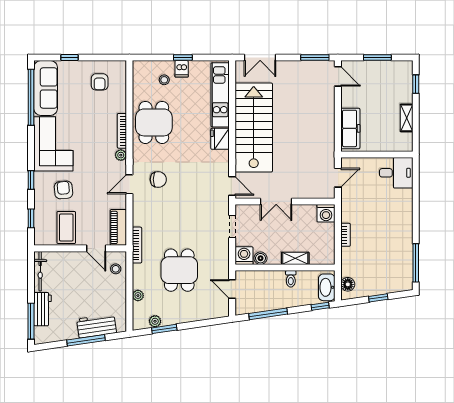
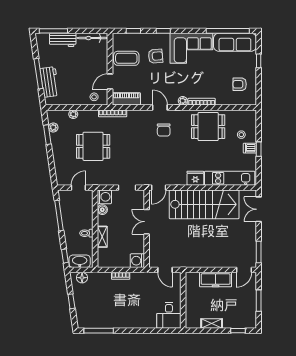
freezer: (350, 128) -> (216, 280), moved

